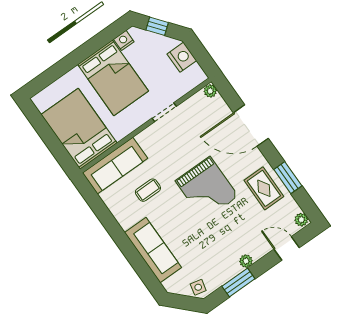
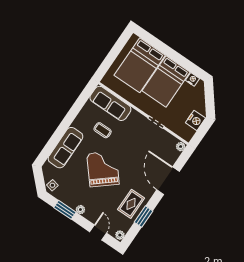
window: (157, 26) -> (209, 97), removed
bed: (79, 129) -> (140, 65), moved, turned 180
grand piano: (207, 189) -> (103, 169), moved, turned 140

